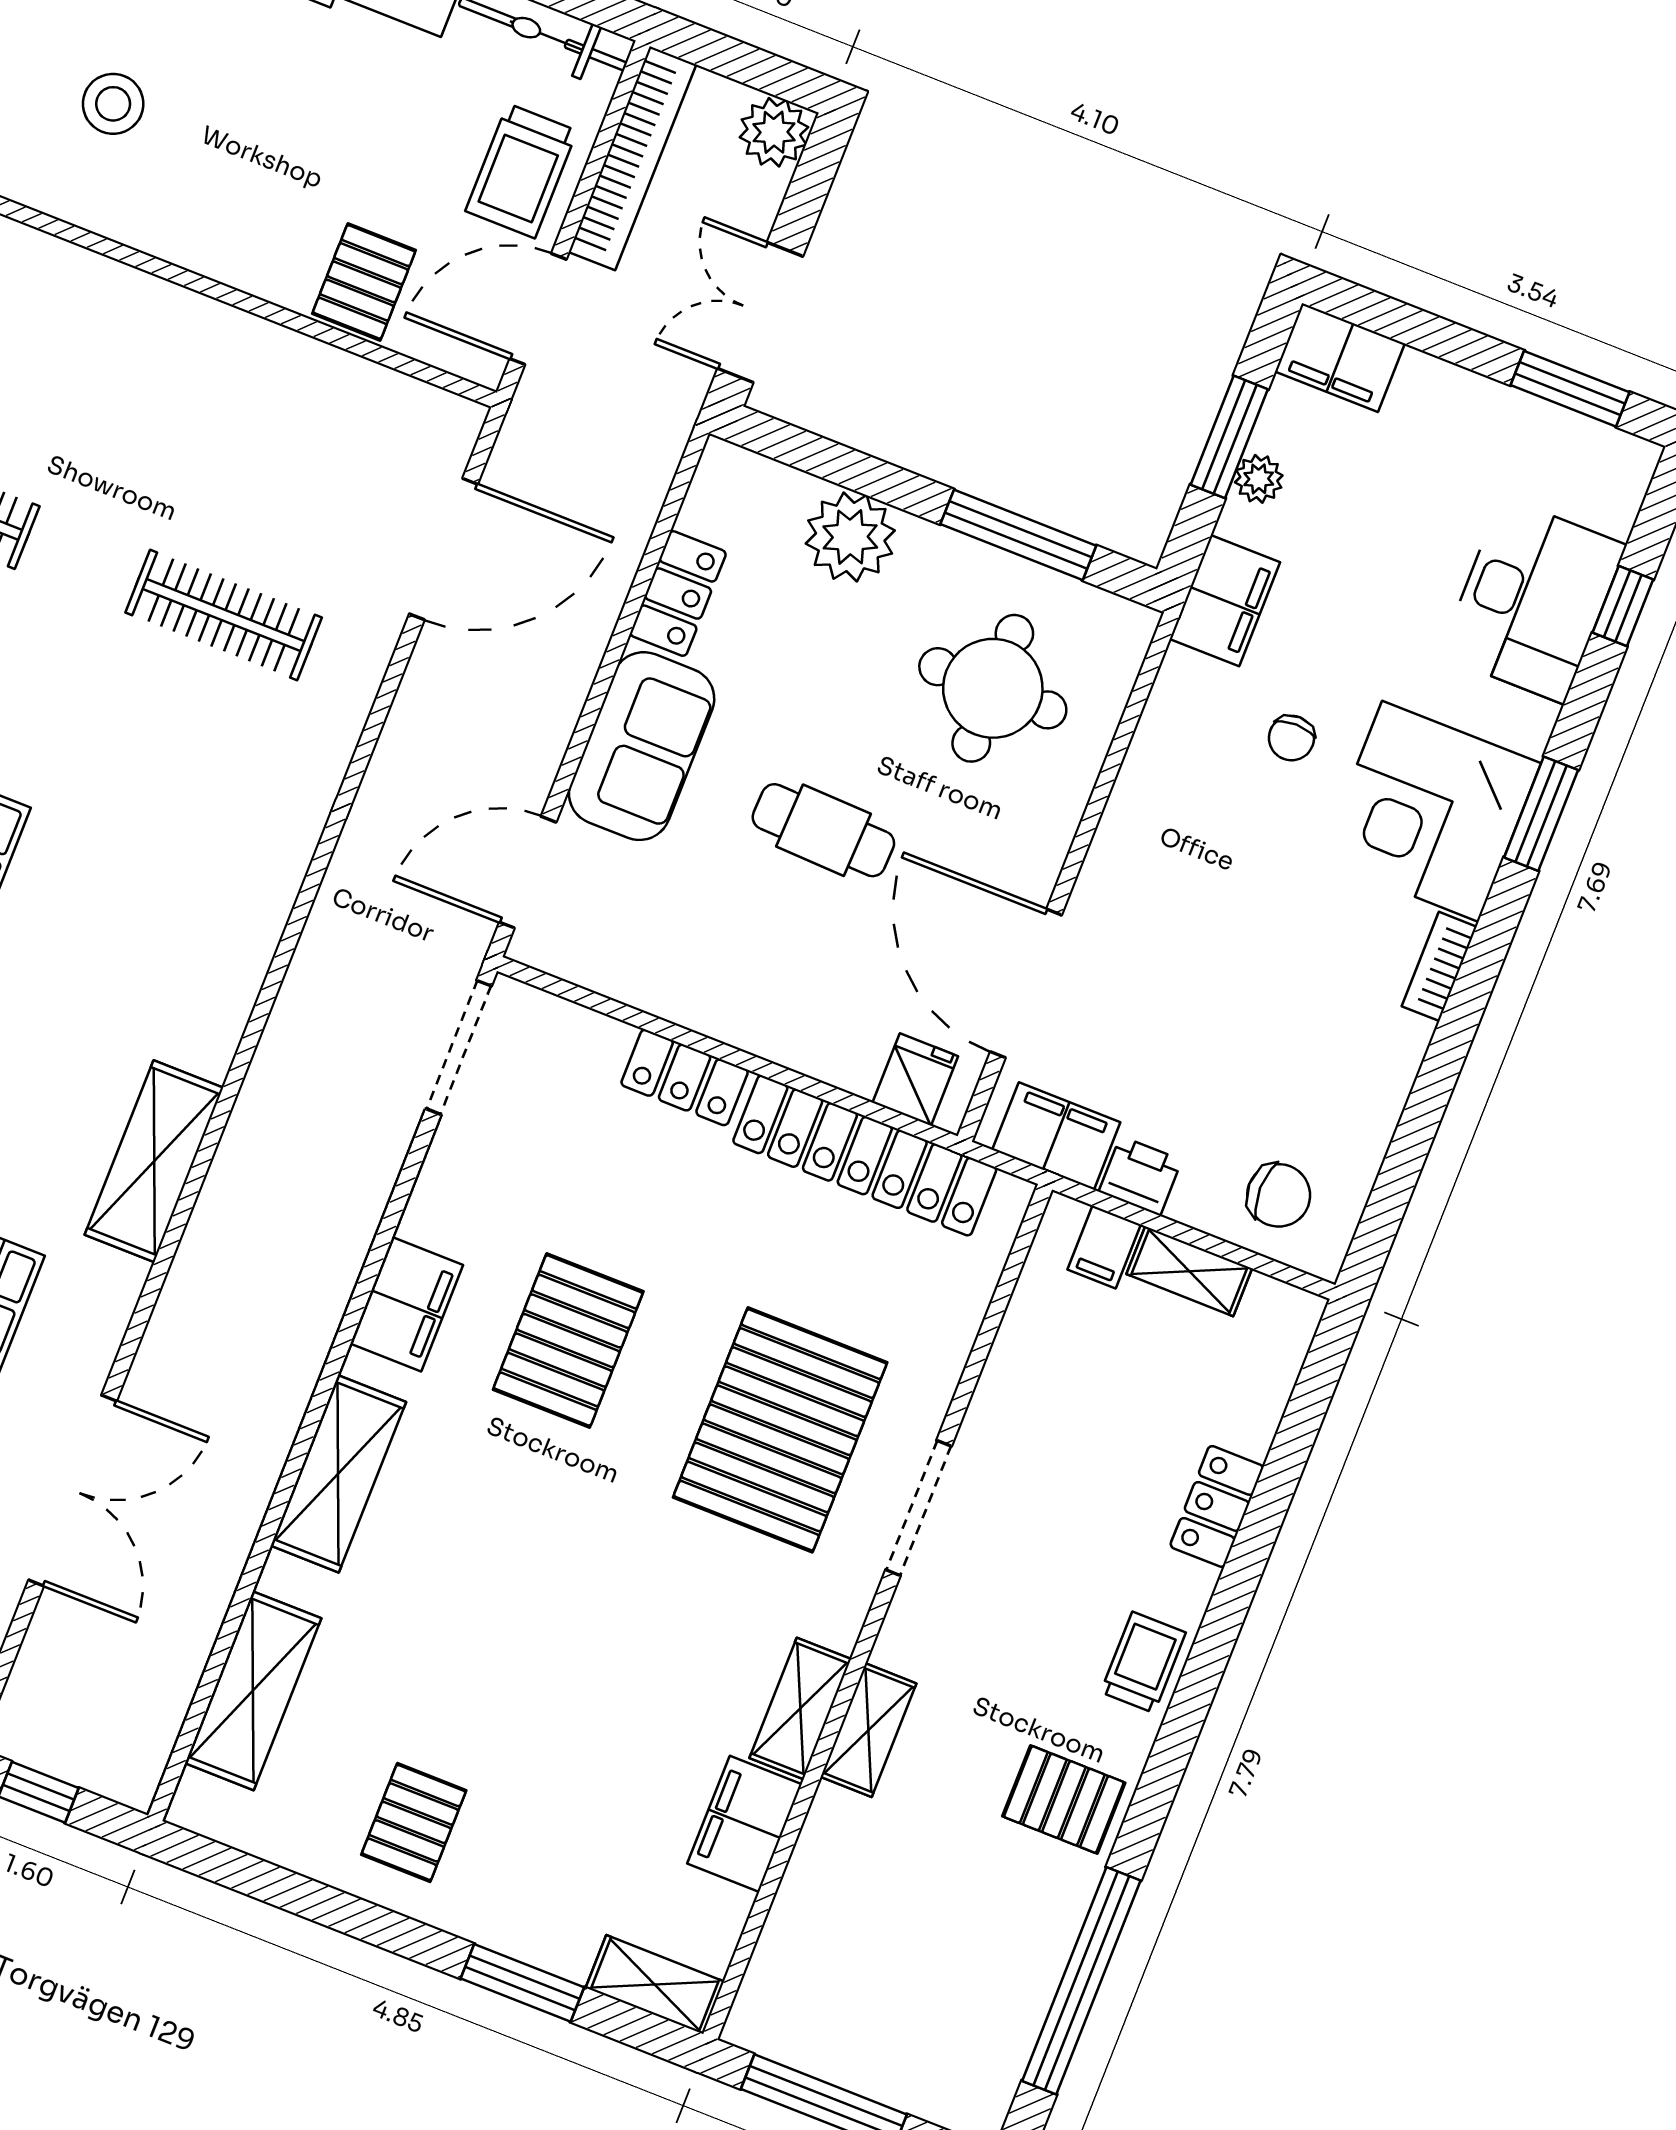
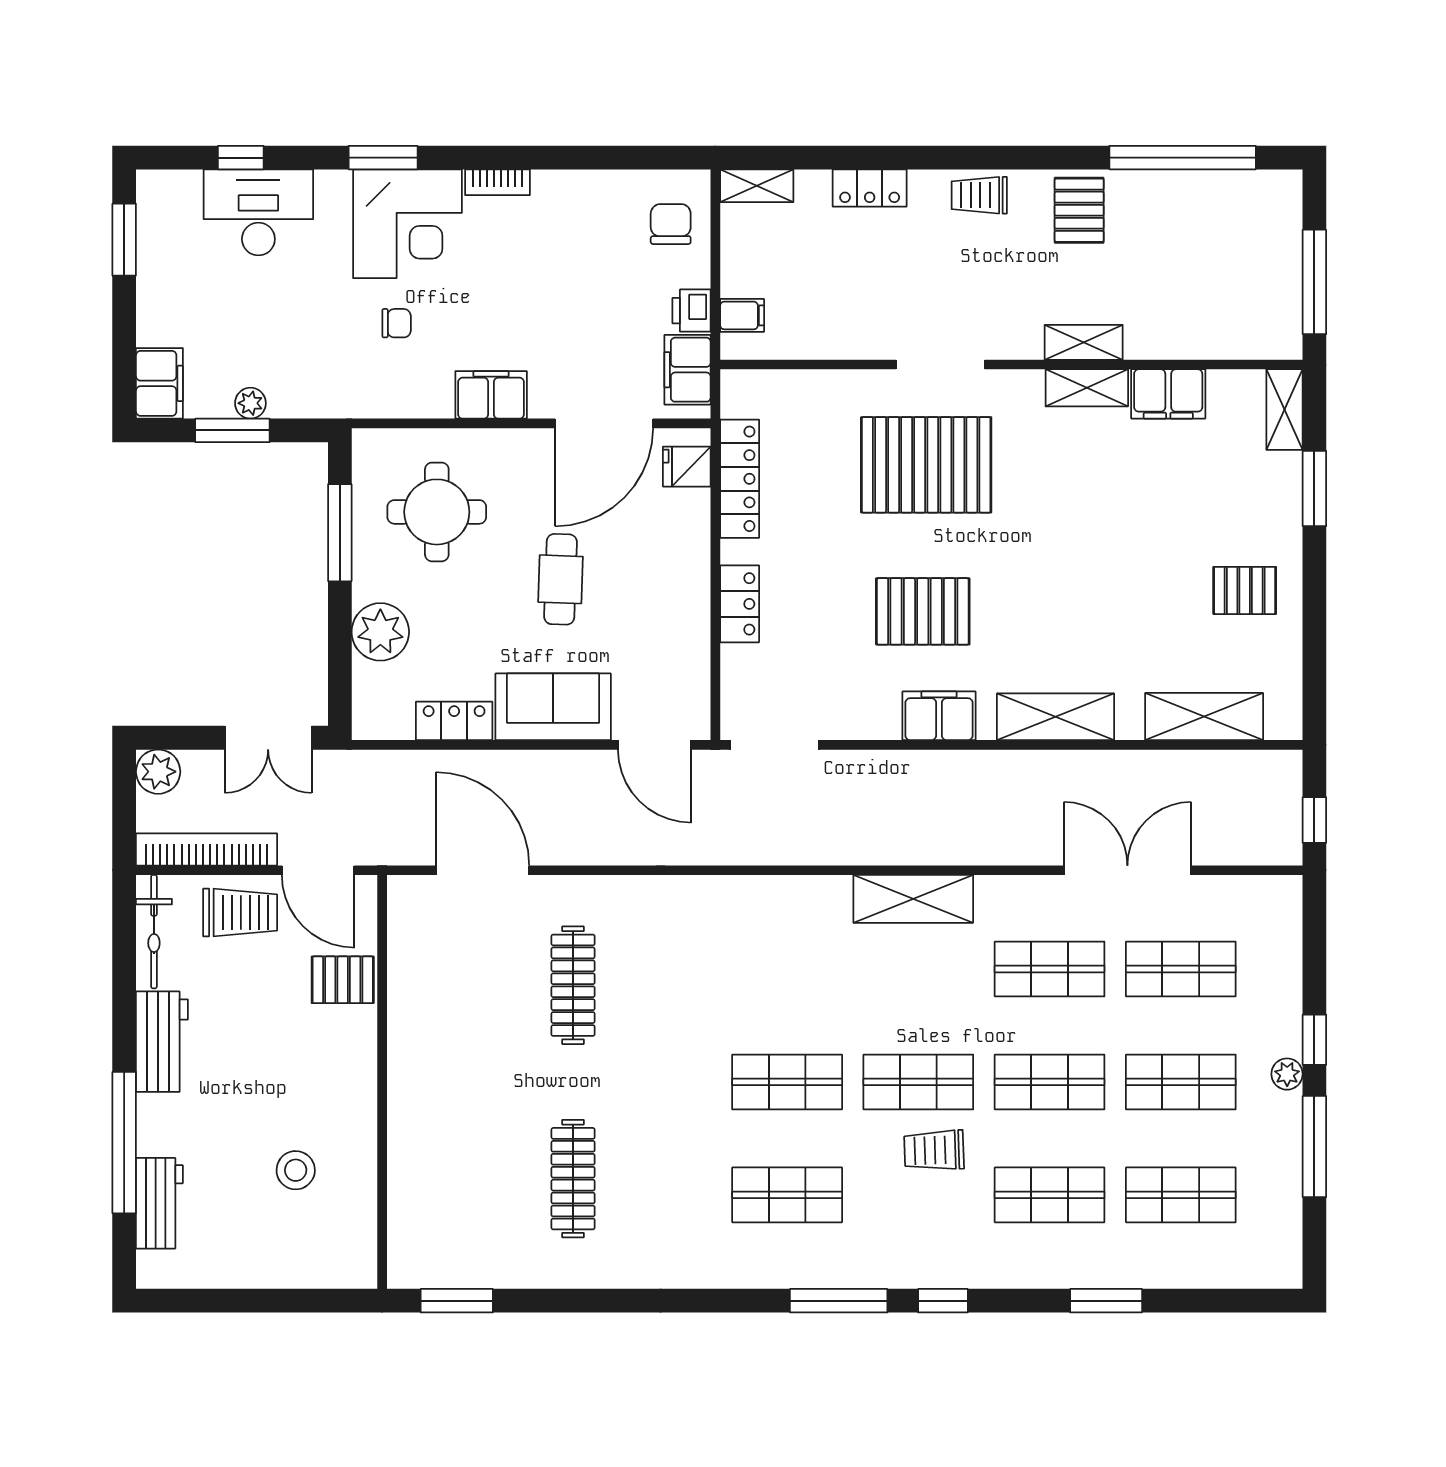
filing cabinet: (1225, 601) -> (491, 395), moved
locker: (865, 1155) -> (740, 479), width x0.71, depth x0.83
shelving: (1189, 1271) -> (757, 186), moved, turned 90

